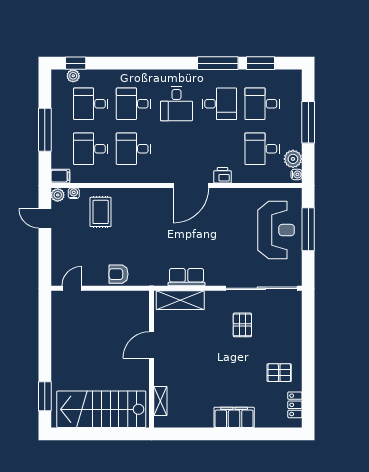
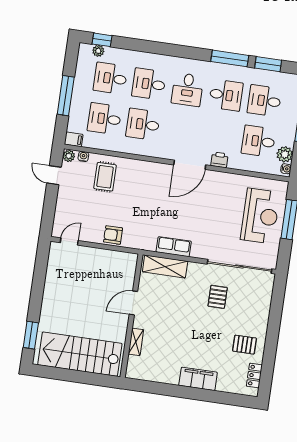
shelving: (160, 401) -> (136, 342), moved

